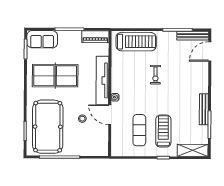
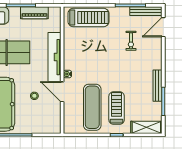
piano: (95, 37) -> (34, 13), moved
exercise bike: (155, 75) -> (131, 41), moved
exercise mat: (139, 130) -> (92, 107), width x1.36, depth x1.45

